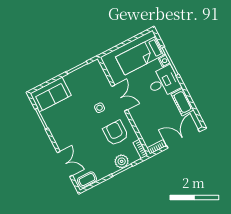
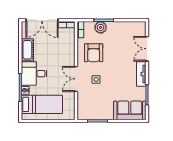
tv unit: (58, 136) -> (141, 74), added
coffee table: (87, 180) -> (136, 27), removed

